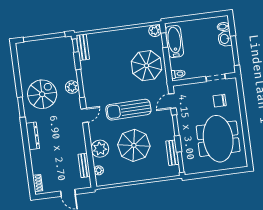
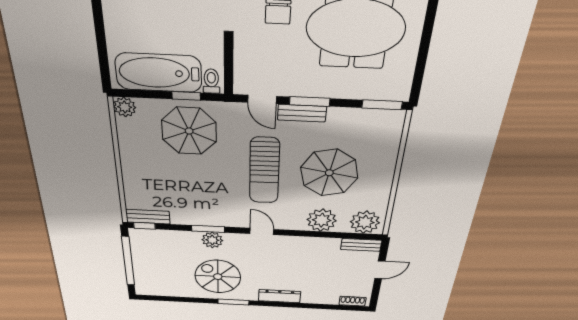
window: (164, 40) -> (186, 96), moved
bathtub: (174, 42) -> (159, 73), width x1.36, depth x1.36
window: (80, 84) -> (208, 229), width x0.69
bench: (172, 153) -> (302, 113), moved
bench: (84, 165) -> (361, 245), moved
plant: (99, 170) -> (365, 222), width x1.87, depth x1.87

